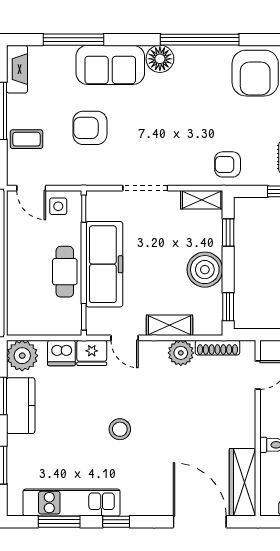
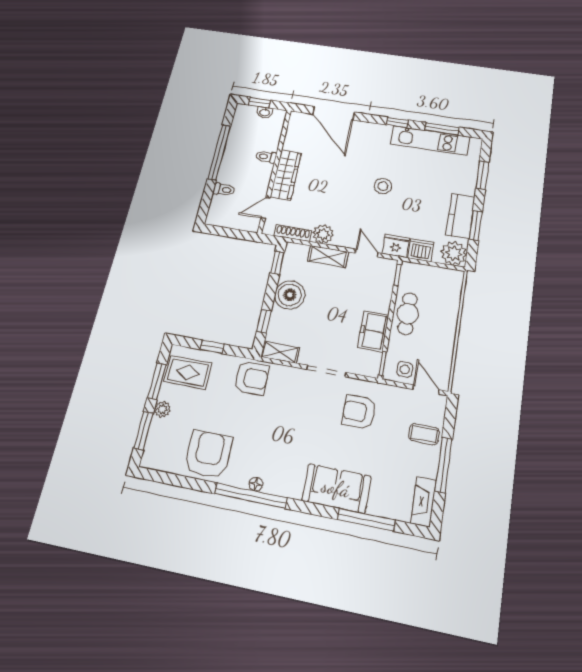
floor lamp: (160, 59) -> (256, 484), moved, width x0.53, depth x0.53
armchair: (90, 128) -> (359, 412), moved, turned 180
armchair: (228, 164) -> (251, 378), width x1.38, depth x1.38
freezer: (104, 264) -> (373, 331), width x0.52, depth x0.79
wardrobe: (242, 482) -> (286, 175), moved

